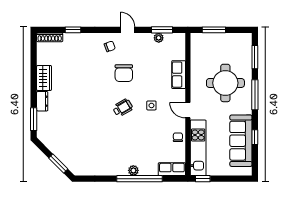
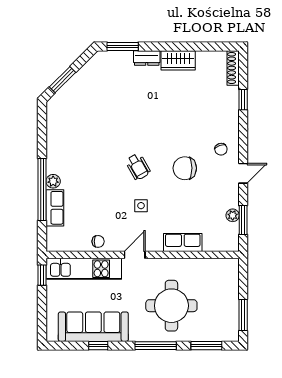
window: (214, 30) -> (243, 315), moved
row of seats: (172, 169) -> (55, 208), moved

